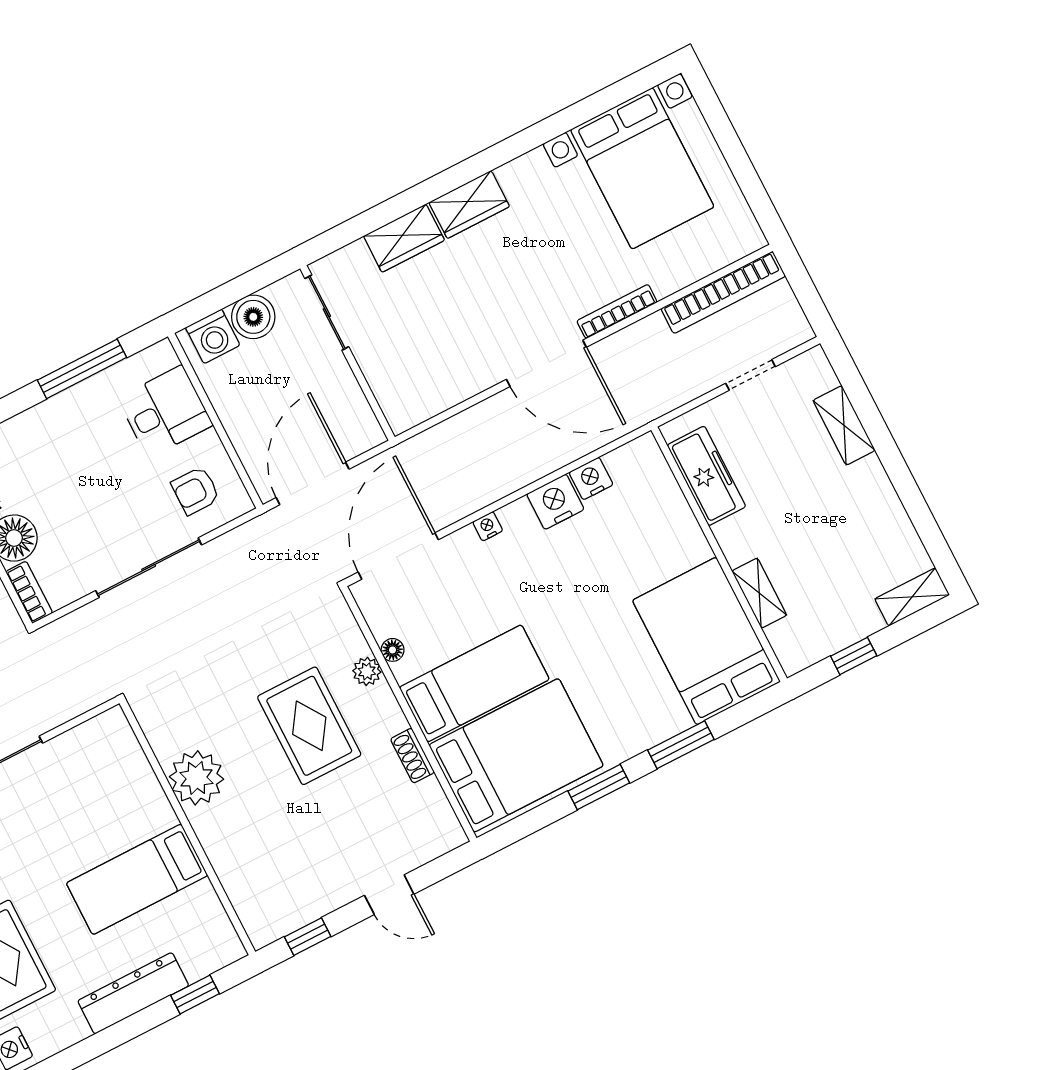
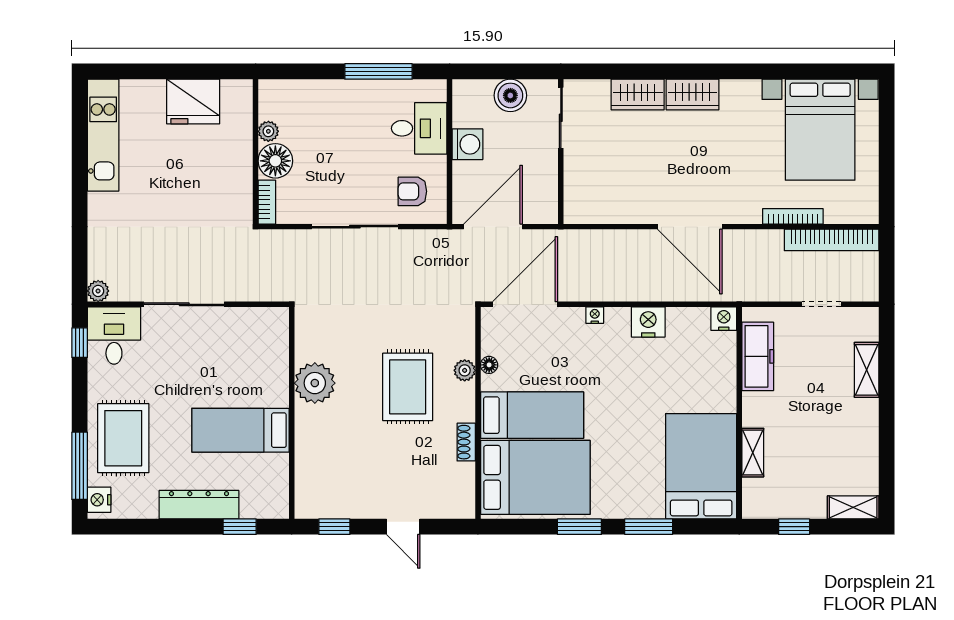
bookcase: (617, 311) -> (793, 216), moved
washing machine: (213, 336) -> (467, 144), moved, turned -90
nightstand: (591, 478) -> (724, 319), moved

